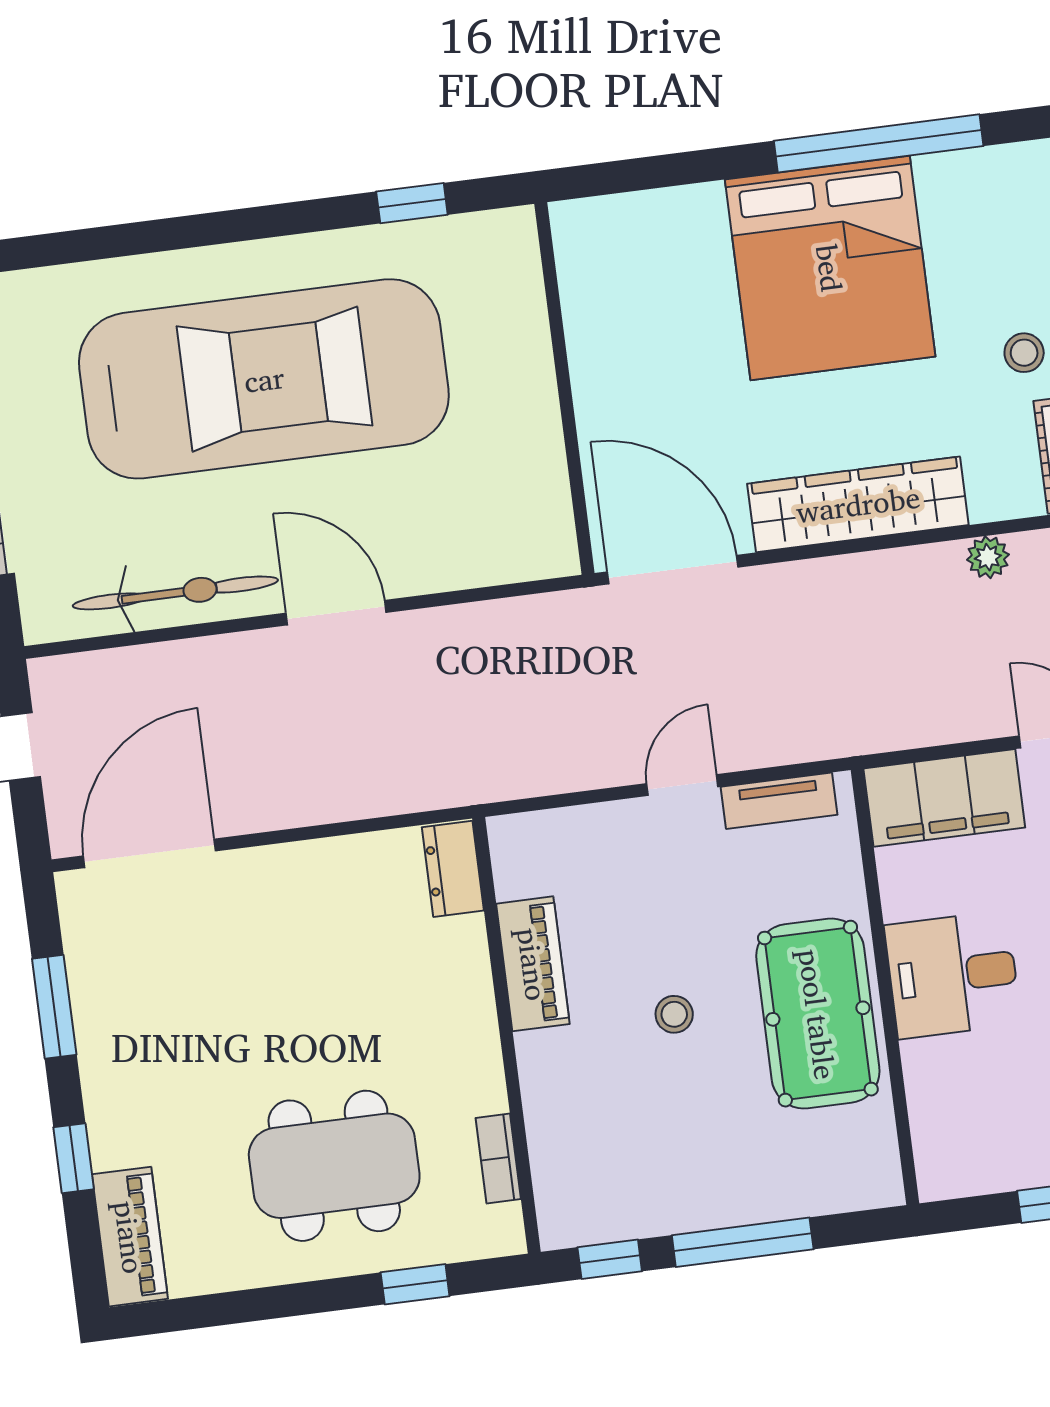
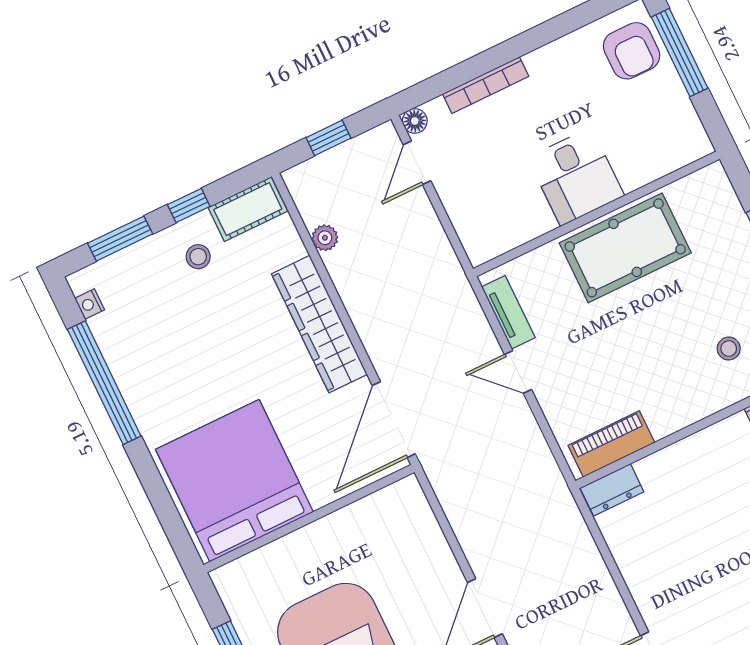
nightstand: (1007, 161) -> (90, 304), added
bed: (830, 268) -> (234, 481), moved, turned -90
filing cabinet: (944, 798) -> (474, 216), removed
piano: (533, 964) -> (611, 444), moved
stool: (674, 1014) -> (729, 349), moved

